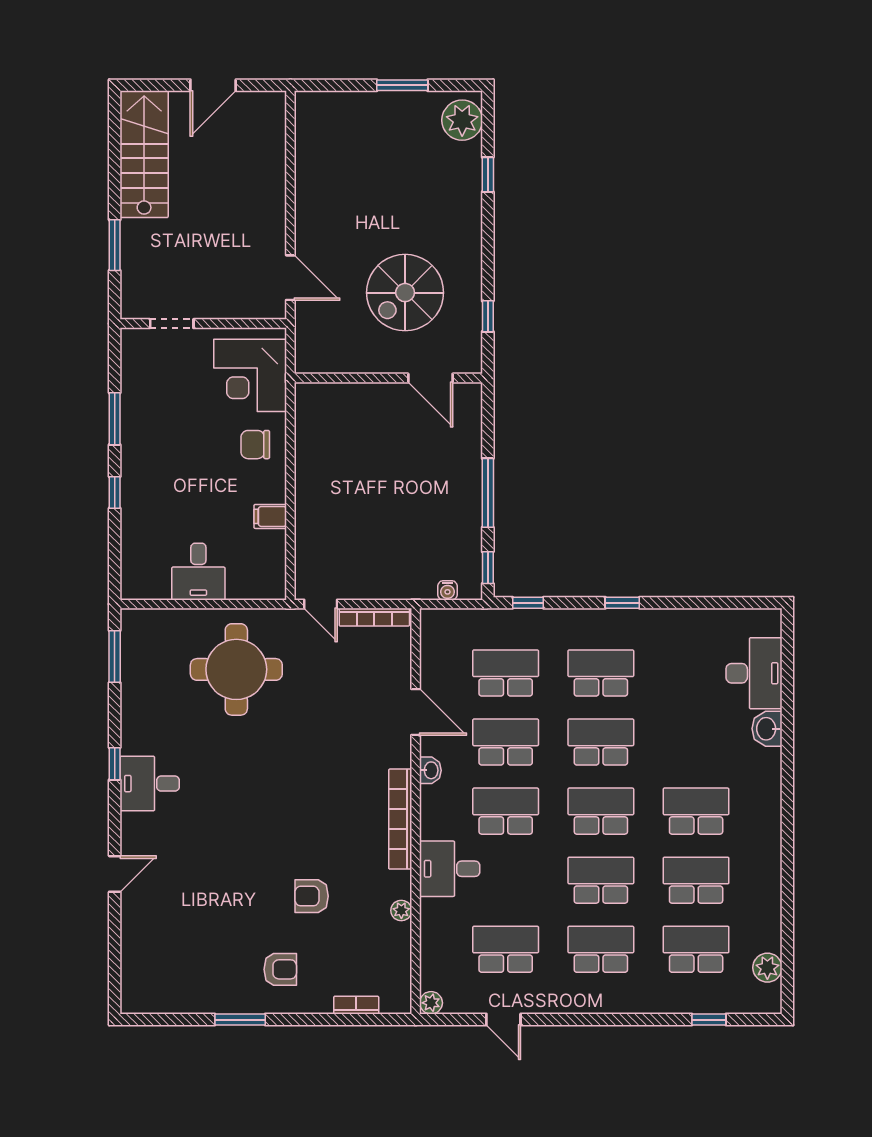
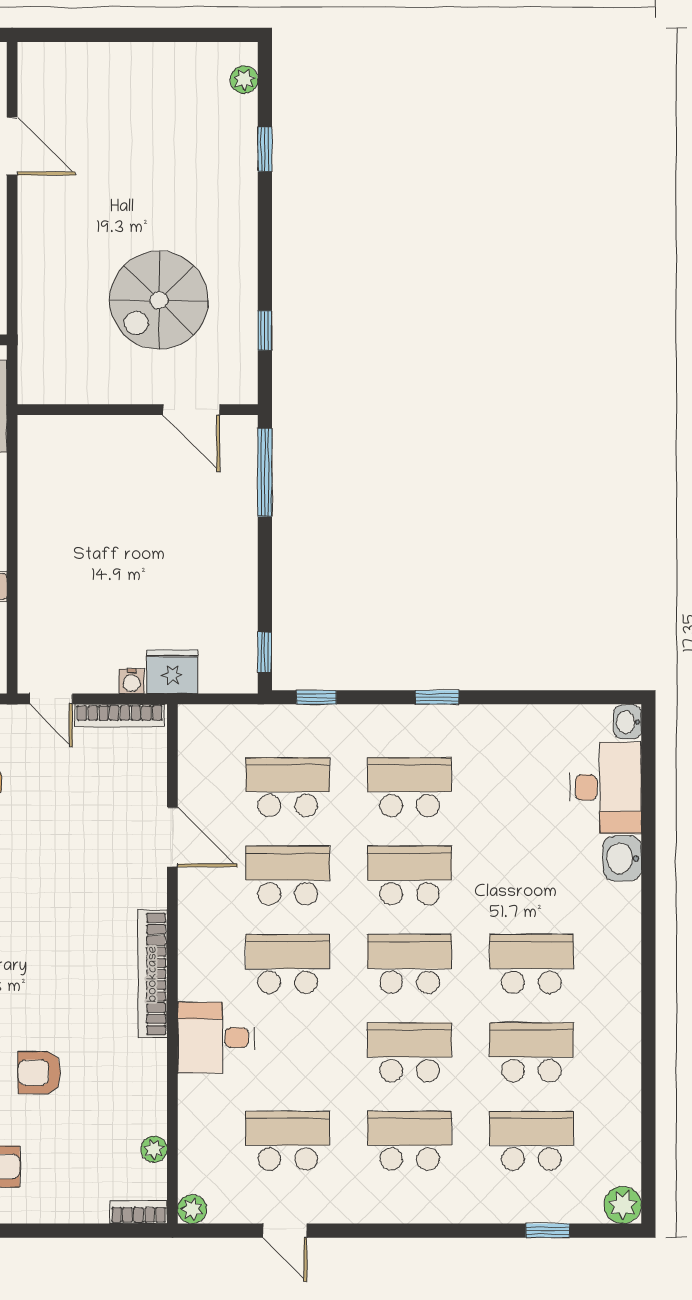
window: (402, 85) -> (155, 35), removed
plant: (462, 120) -> (244, 80), width x0.53, depth x0.53
door: (290, 278) -> (12, 146), moved
window: (488, 493) -> (265, 472), moved
fridge: (416, 583) -> (172, 672), added
water cooler: (447, 590) -> (132, 681), moved
washbasin: (430, 770) -> (628, 722), moved, turned 180
plant: (401, 911) -> (154, 1149), moved
plant: (767, 968) -> (623, 1205), moved
bookcase: (356, 1005) -> (139, 1212), moved

